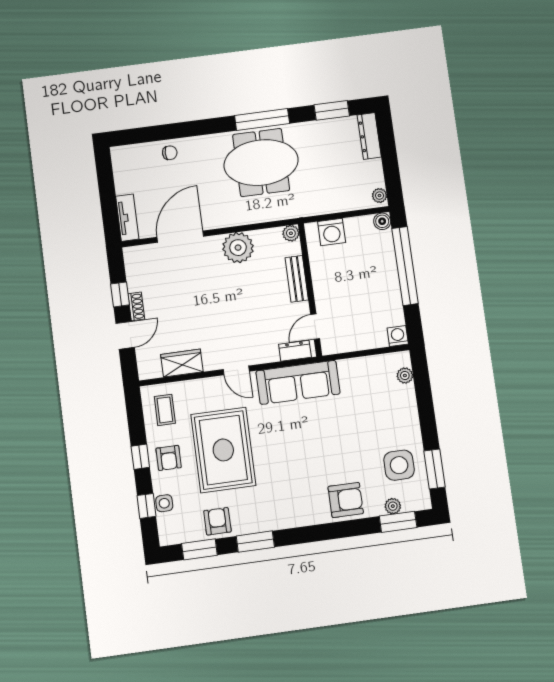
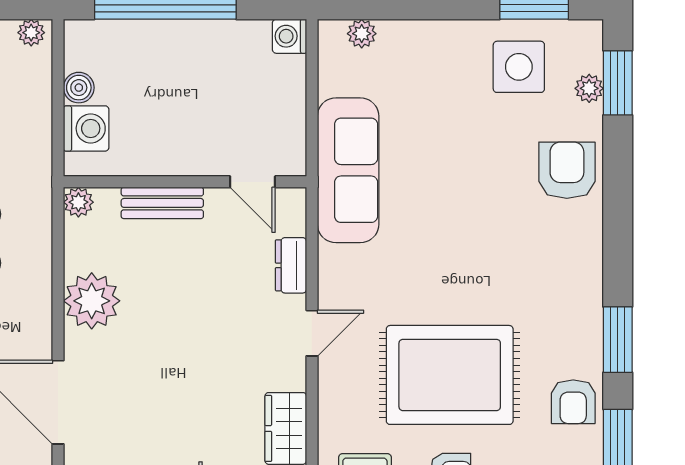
boiler: (382, 221) -> (79, 88), moved
dresser: (295, 351) -> (291, 265), moved
sofa: (298, 382) -> (348, 170), moved
armchair: (217, 521) -> (573, 402), turned -90

